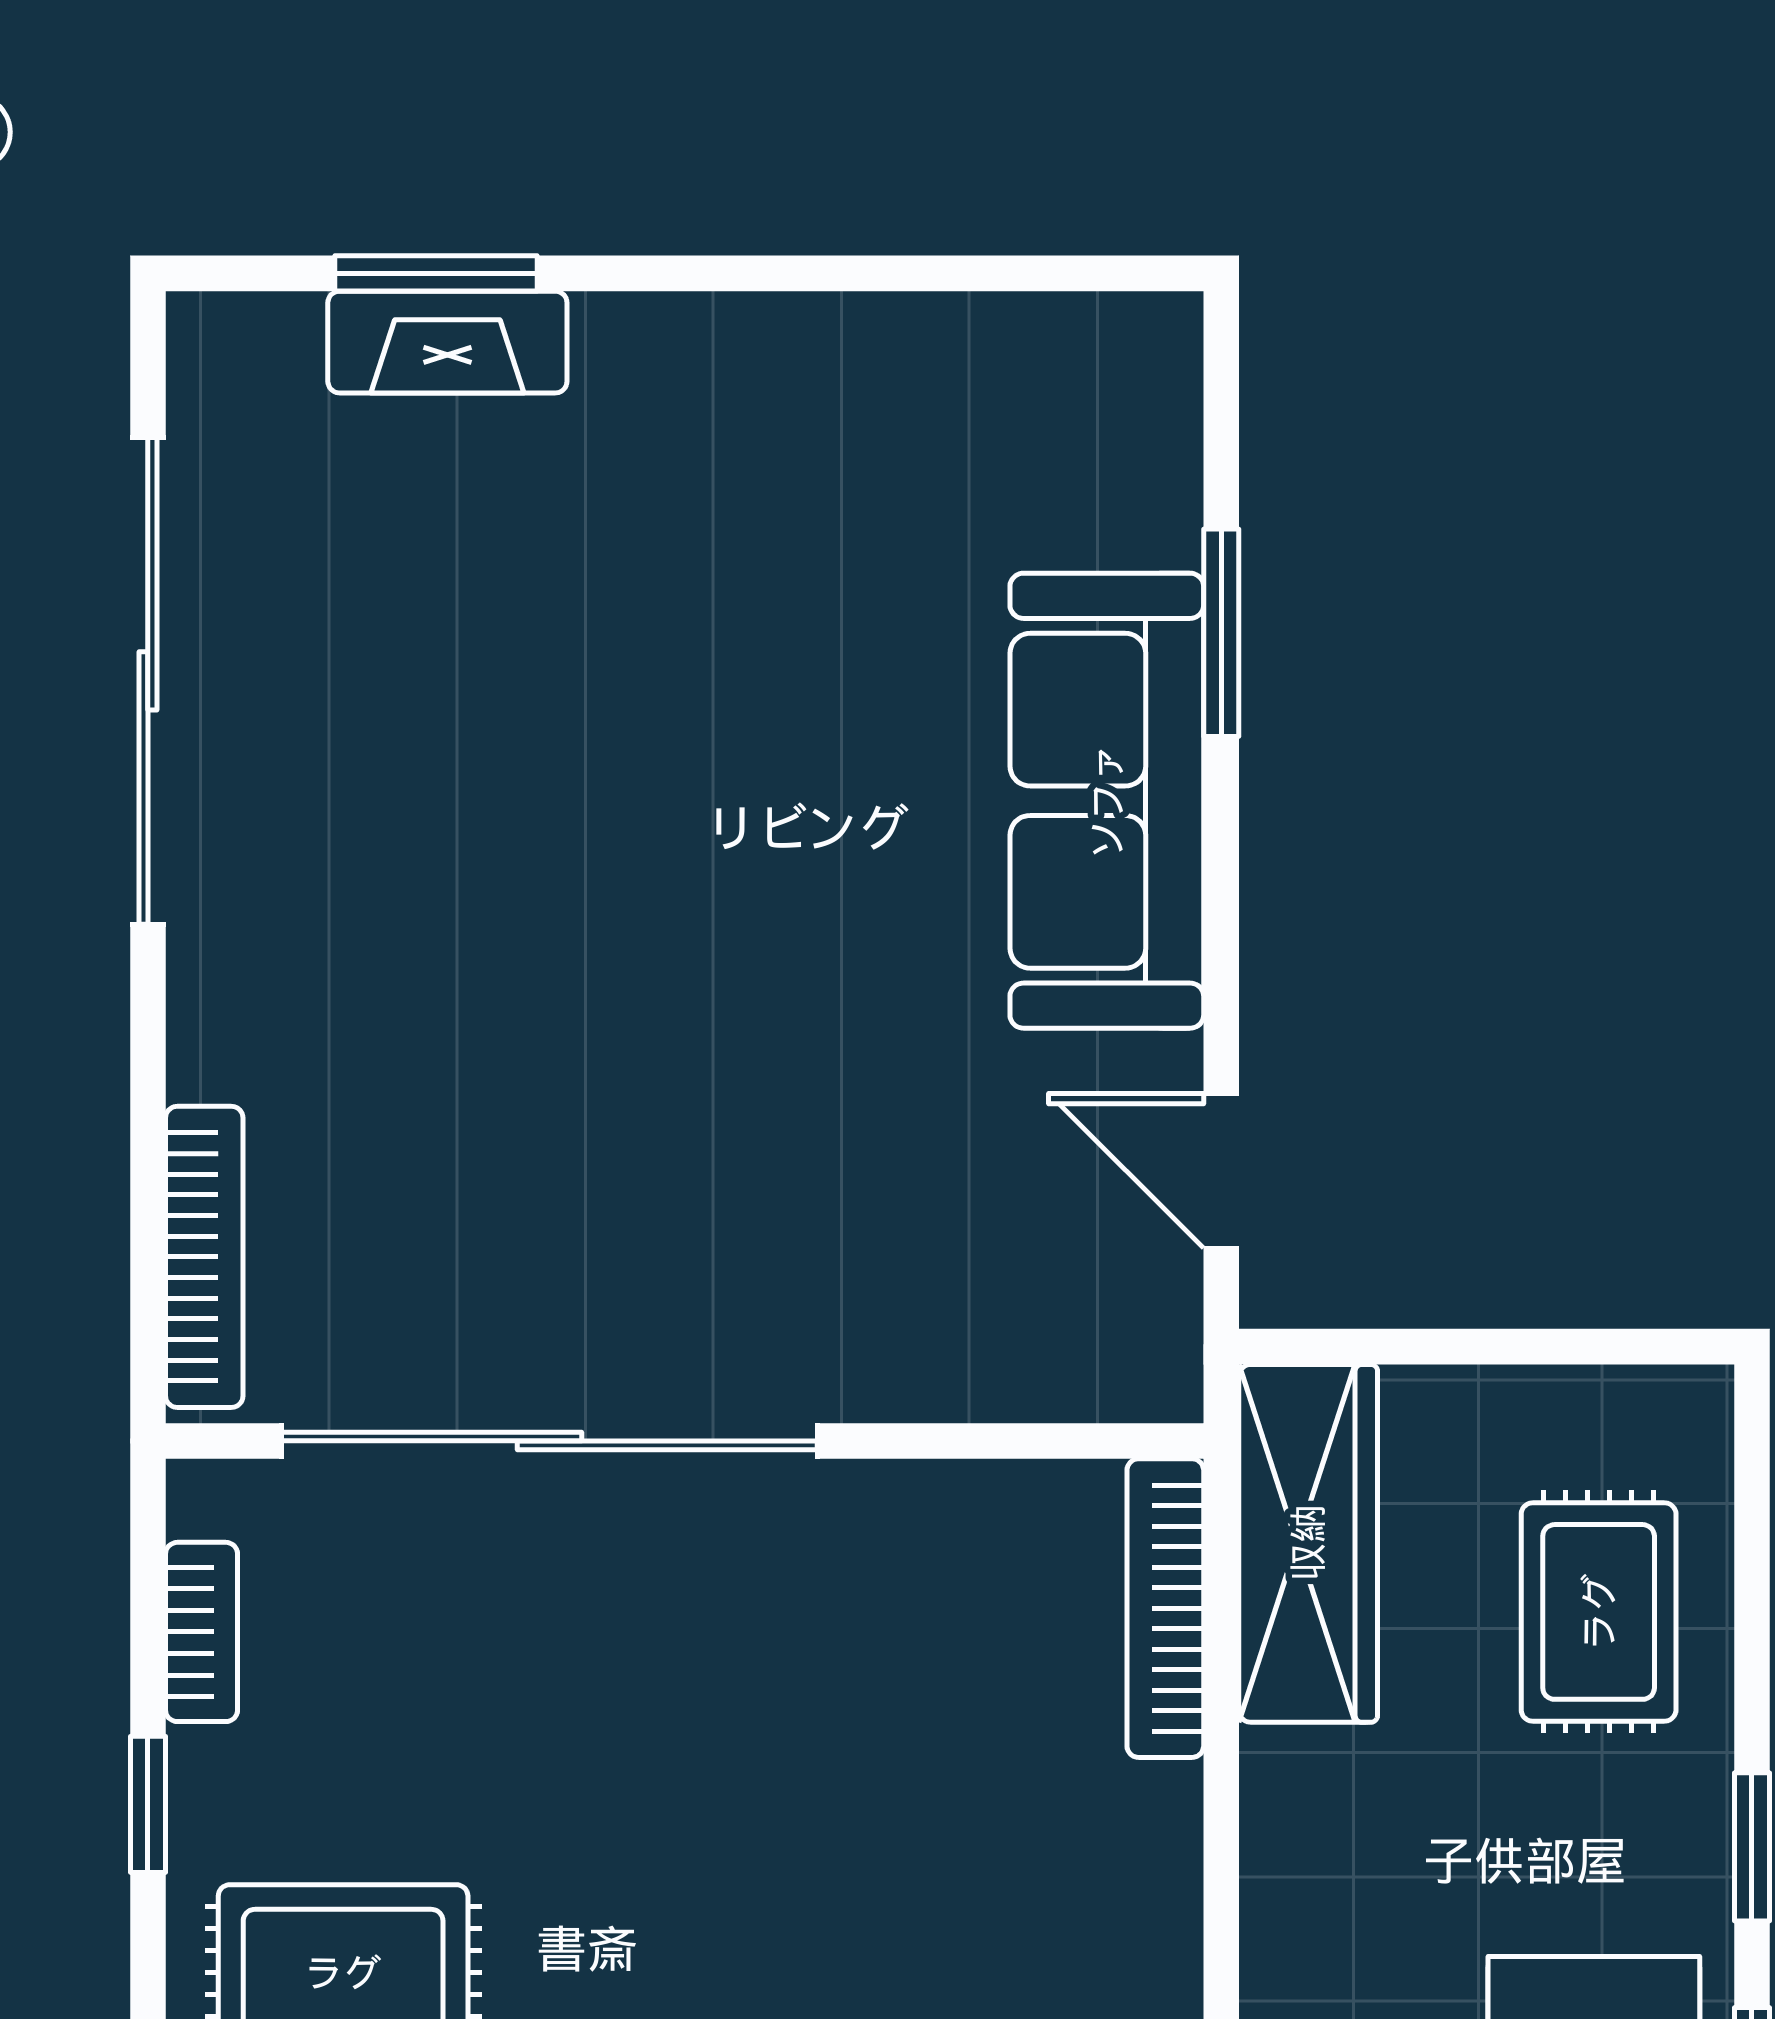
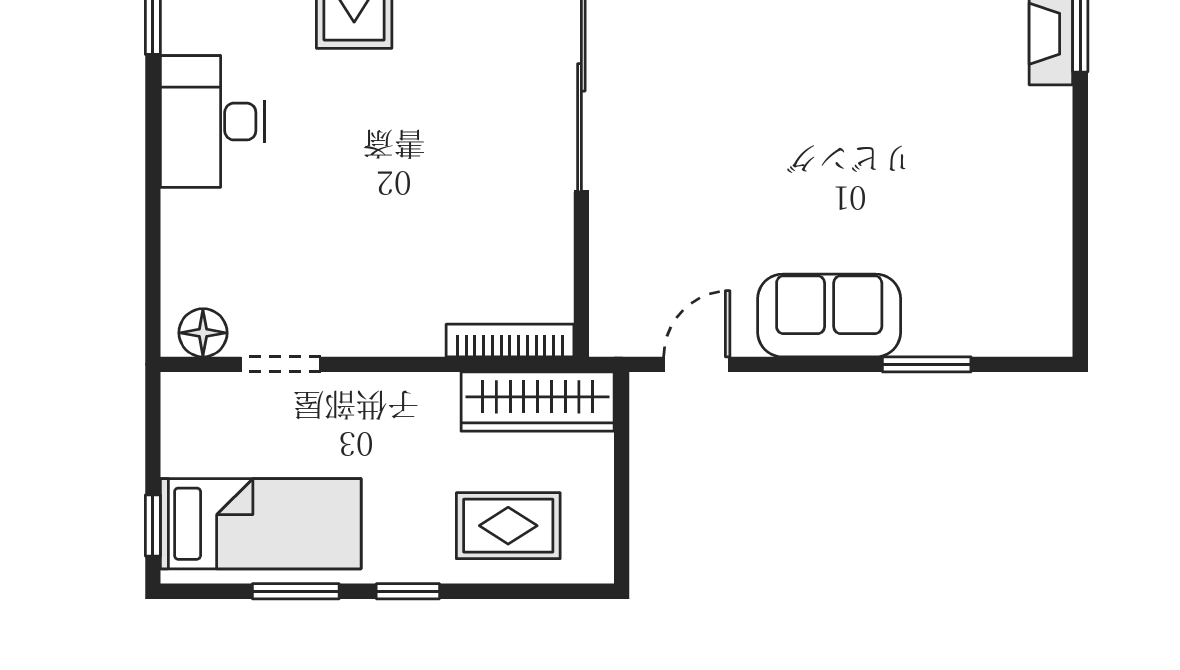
sofa: (1107, 801) -> (829, 316), width x0.73

